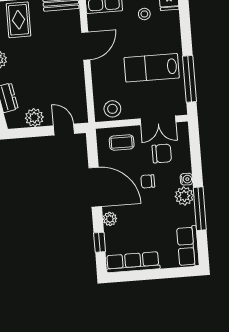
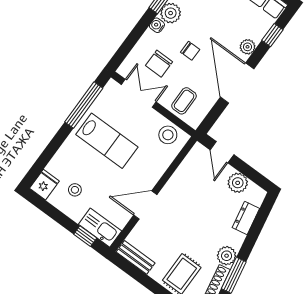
coffee table: (122, 143) -> (184, 101), turned 90
chair: (162, 153) -> (159, 64), turned -90

